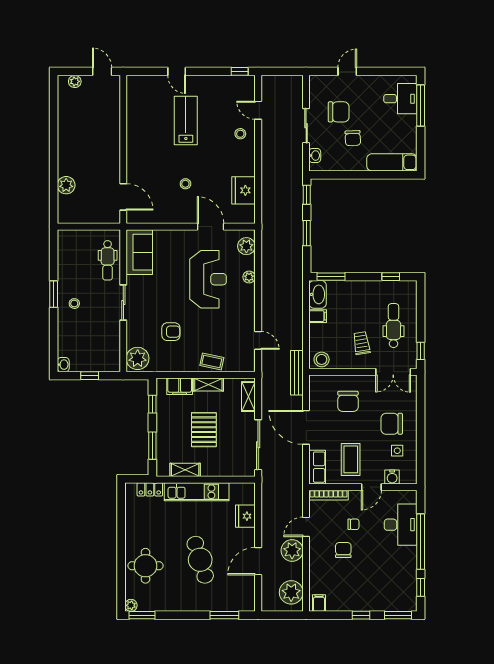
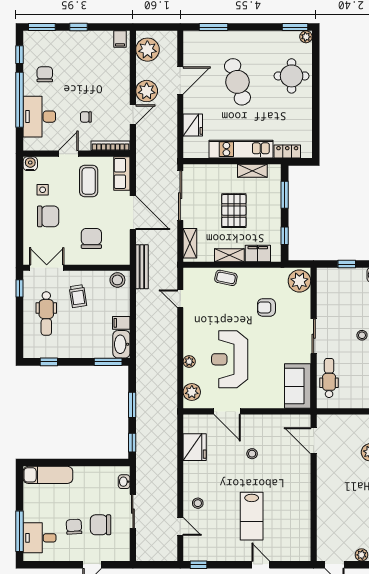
chair: (353, 138) -> (74, 527), moved
water cooler: (392, 477) -> (30, 164), moved
chair: (343, 550) -> (45, 74), moved, turned 180

